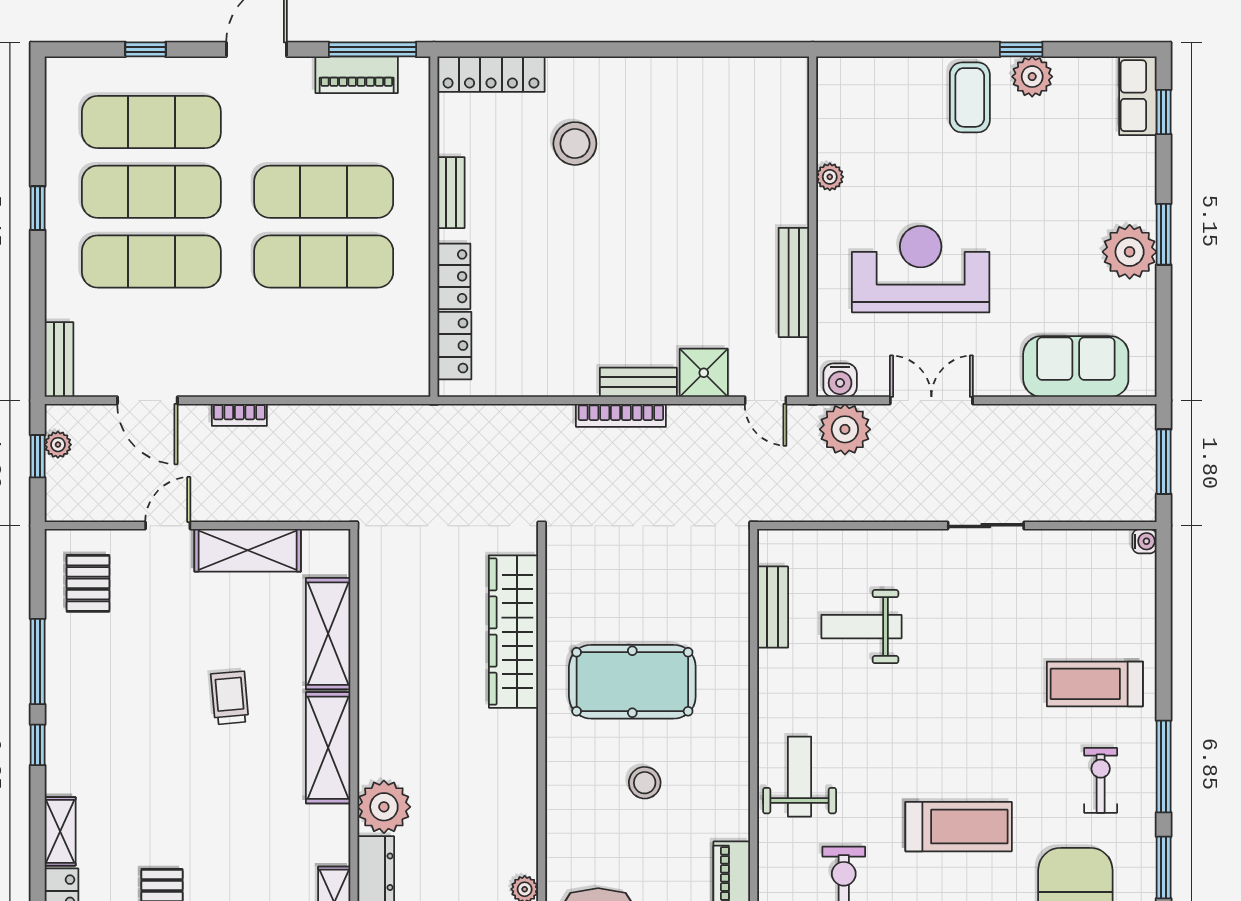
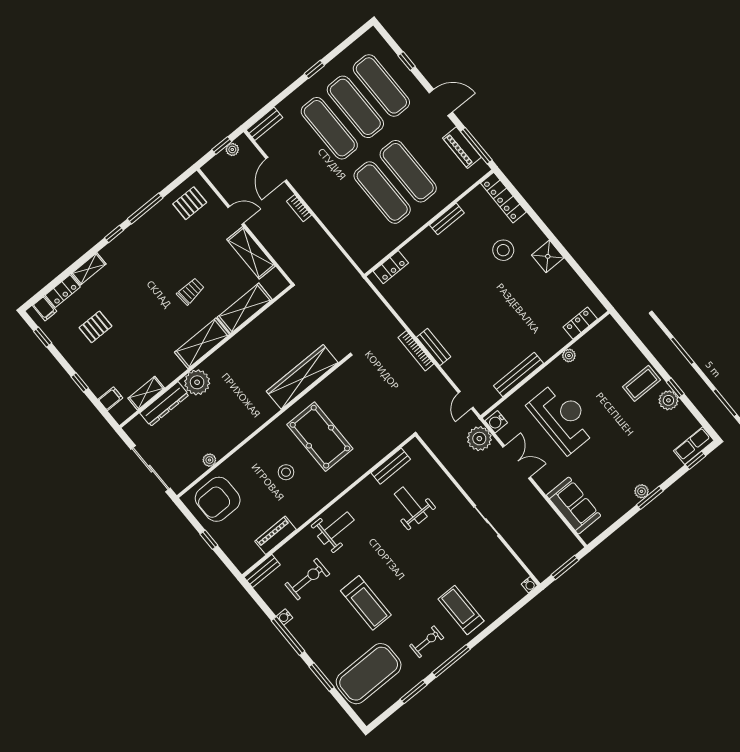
plant: (1130, 252) -> (641, 491), width x0.53, depth x0.53
locker: (454, 276) -> (580, 323), moved, turned 180
shower: (704, 373) -> (548, 256), moved

